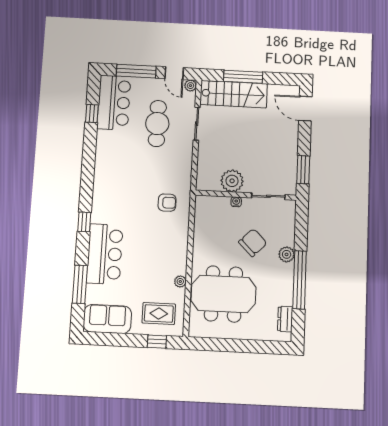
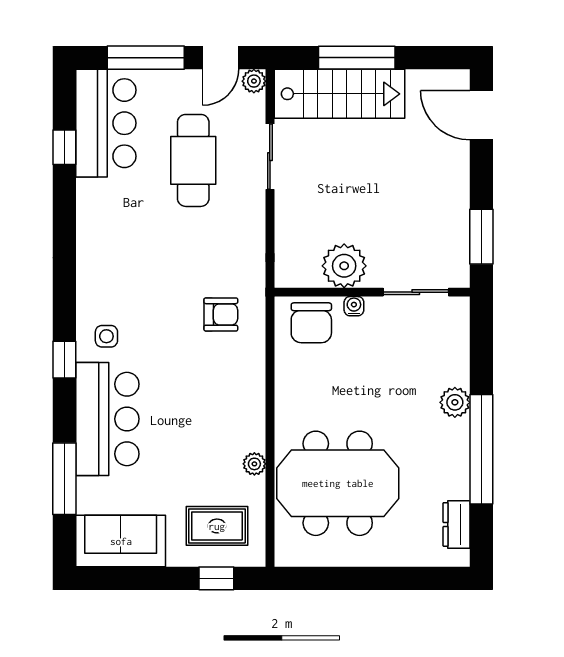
door: (174, 73) -> (221, 58), hinge flipped
side table: (107, 211) -> (106, 336), added
chair: (253, 243) -> (311, 323), moved, turned 135

